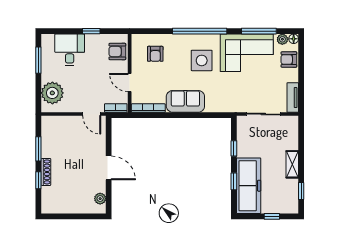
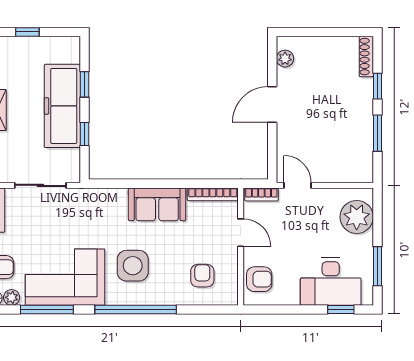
window: (91, 31) -> (341, 310), moved
desk: (70, 50) -> (331, 282), width x1.37
door: (109, 168) -> (272, 105), hinge flipped
shoe rack: (46, 172) -> (366, 57), moved
freezer: (249, 186) -> (62, 106), moved

